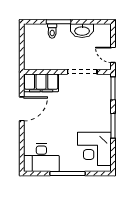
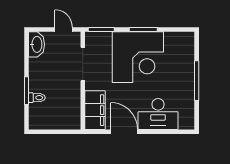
washbasin: (82, 31) -> (36, 44), moved
door: (113, 55) -> (64, 29), swing flipped
corner desk: (94, 149) -> (138, 57), moved, width x1.36, depth x1.36
desk: (41, 158) -> (158, 114), moved, turned 90

